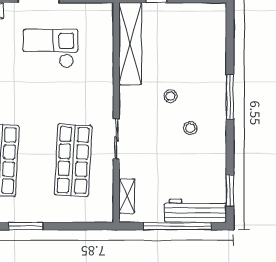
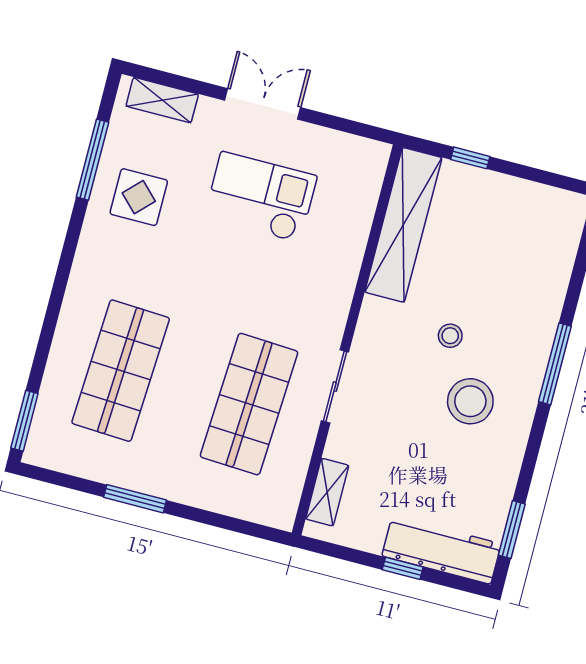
stool: (190, 128) -> (470, 401), width x1.89, depth x1.89
window: (177, 226) -> (403, 568), width x0.32

